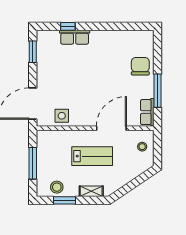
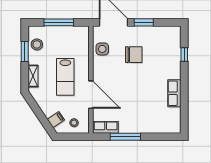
row of seats: (75, 37) -> (174, 93), moved
window: (33, 52) -> (144, 22), moved
chair: (140, 66) -> (134, 55), moved
filing cabinet: (139, 166) -> (56, 120), added

